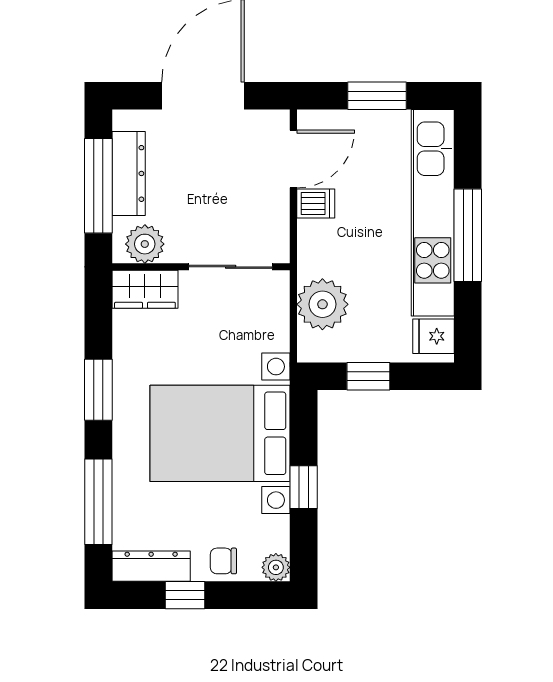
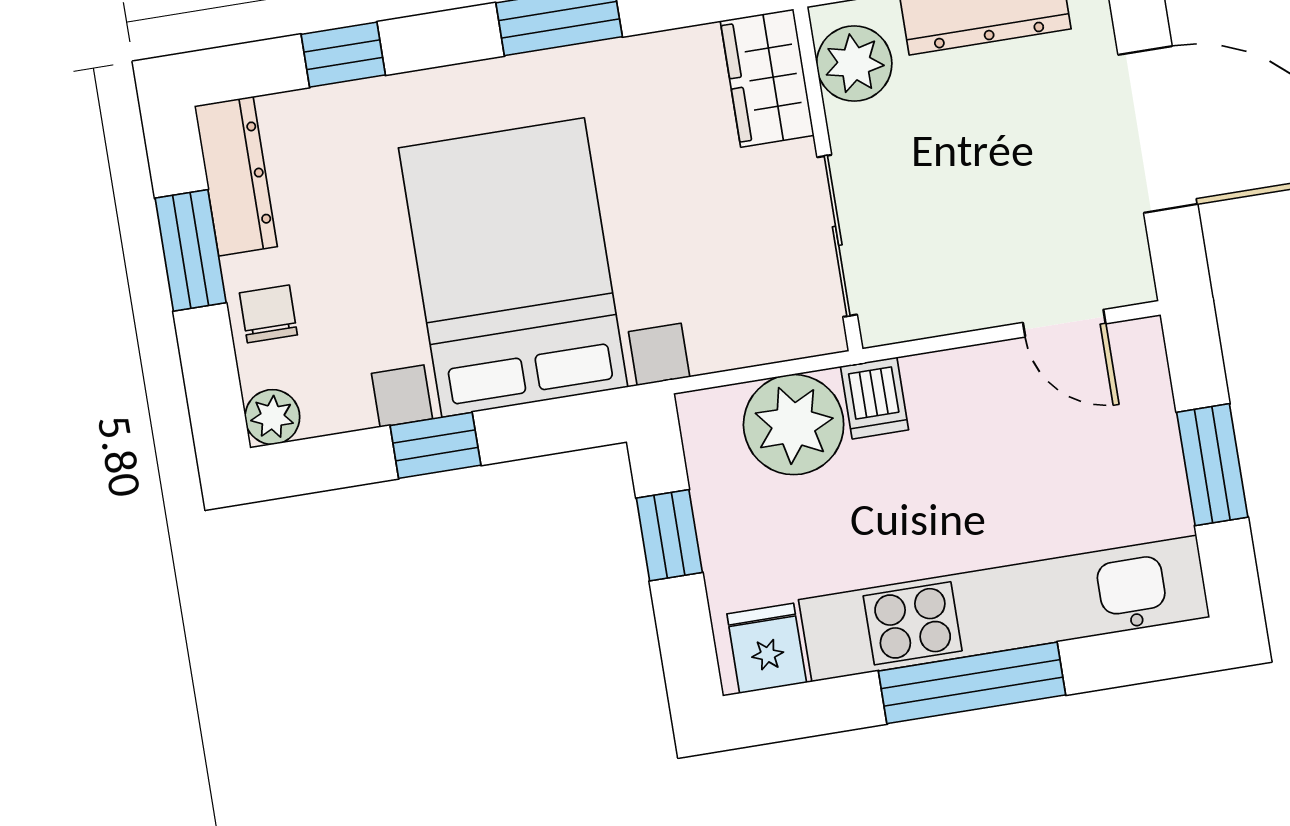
door: (293, 159) -> (1064, 323), width x0.73
dishwasher: (316, 204) -> (874, 398), moved
window: (98, 502) -> (343, 55), width x0.46
window: (185, 595) -> (191, 250), width x1.50

